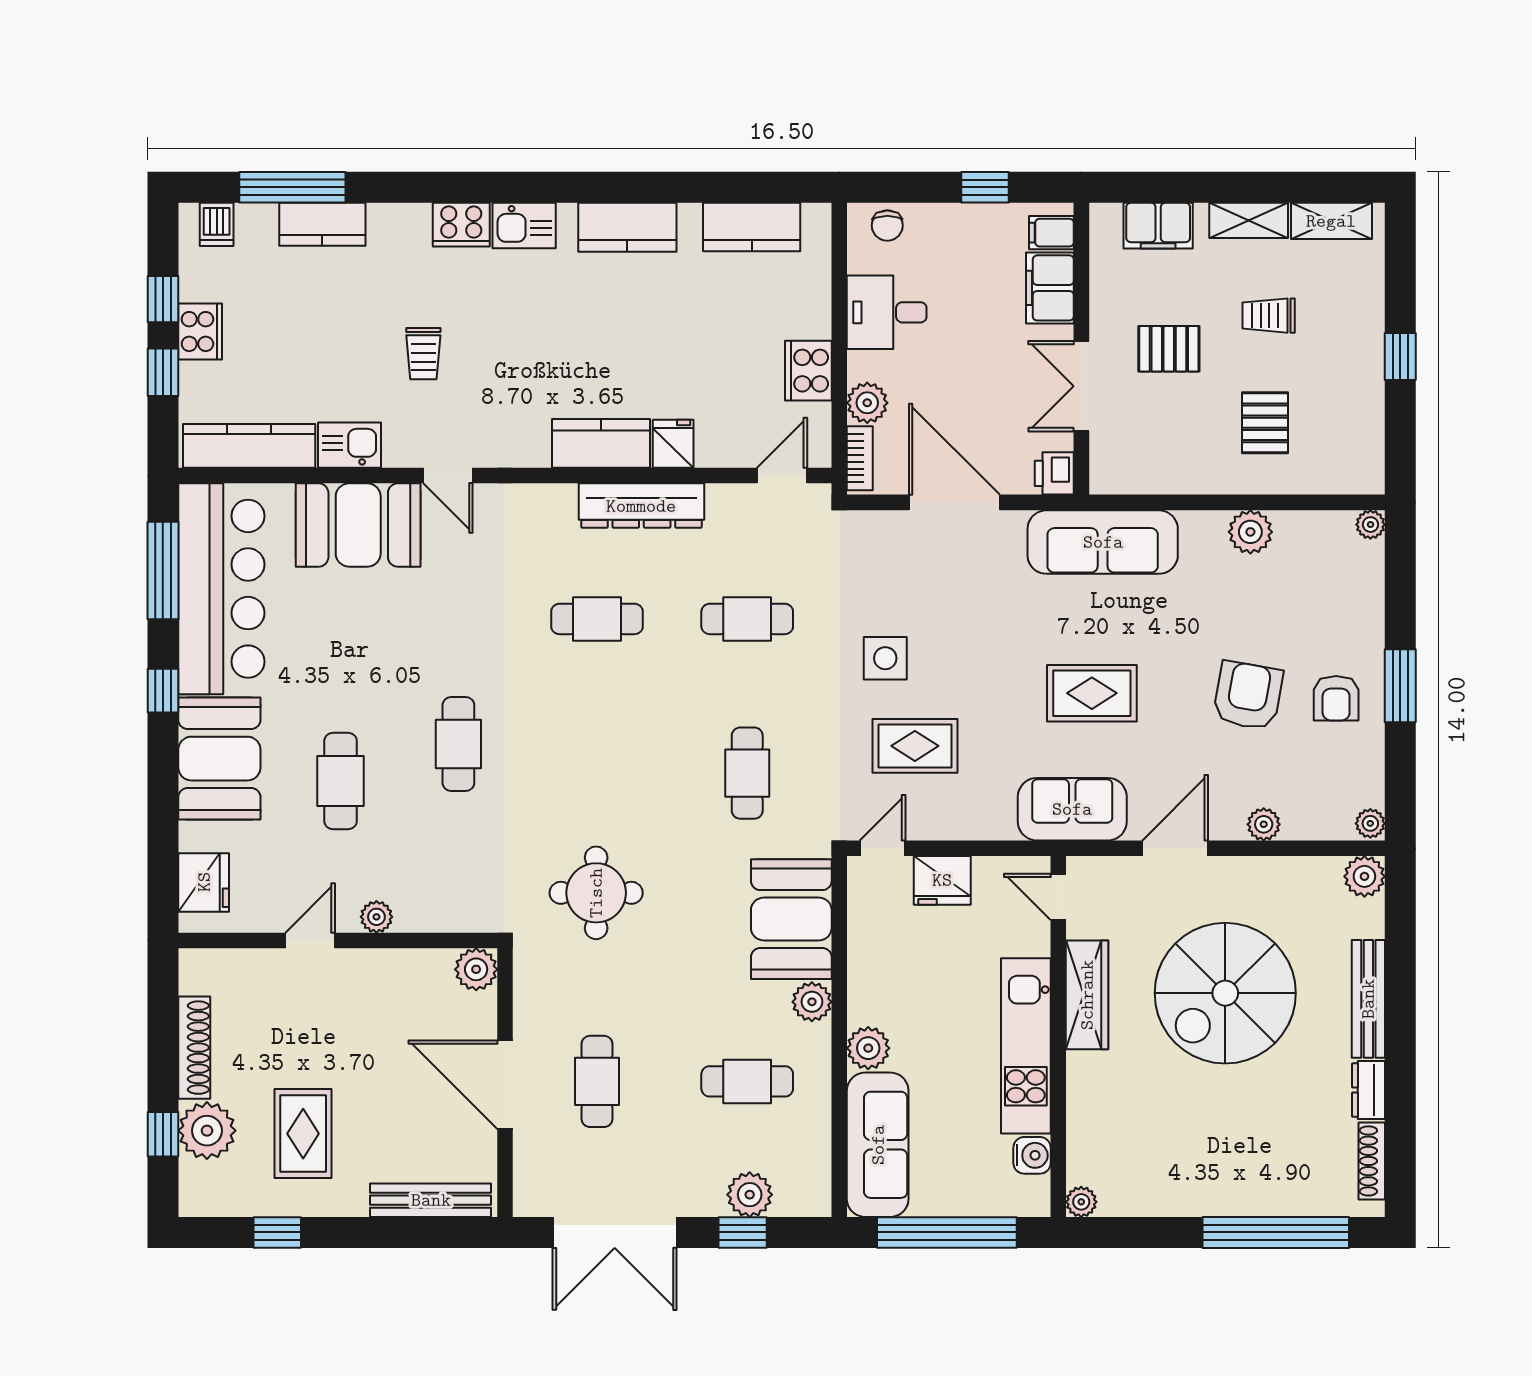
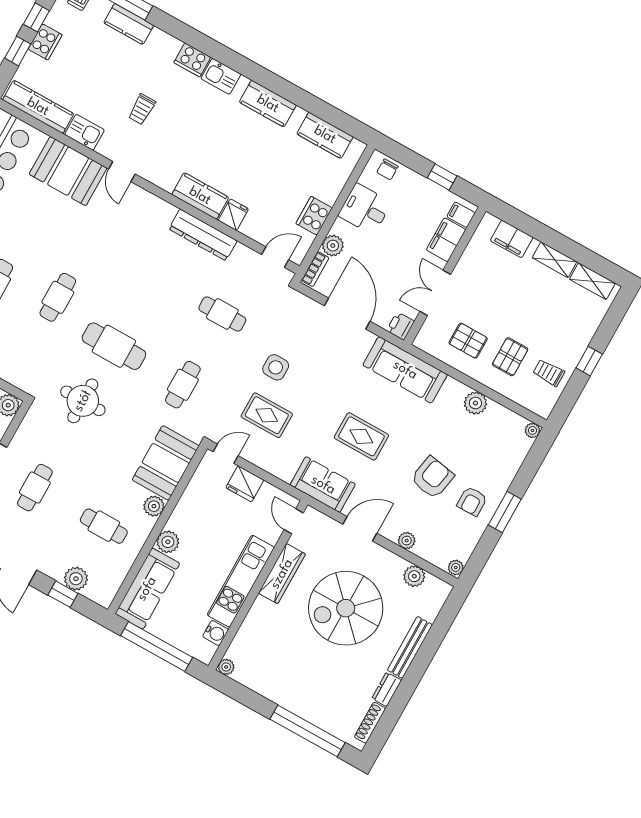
trolley: (1269, 316) -> (549, 373), moved
pallet: (1169, 349) -> (468, 341), moved
cafe table: (597, 619) -> (114, 346), moved, width x1.37, depth x1.35
plant: (1364, 876) -> (414, 576), moved

